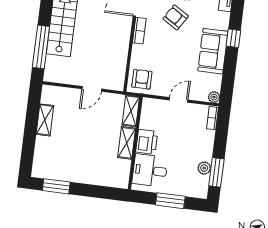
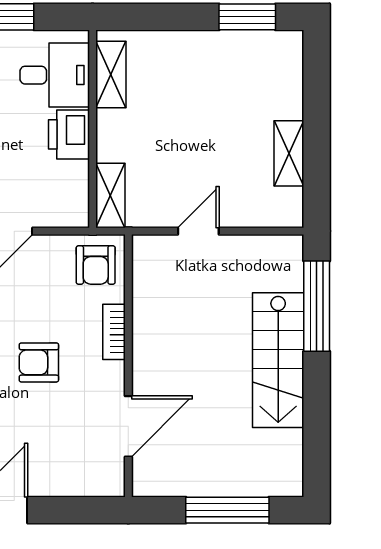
armchair: (176, 17) -> (39, 362), moved, turned 148
bookcase: (139, 31) -> (114, 332), moved
shelving: (127, 143) -> (111, 75), moved

